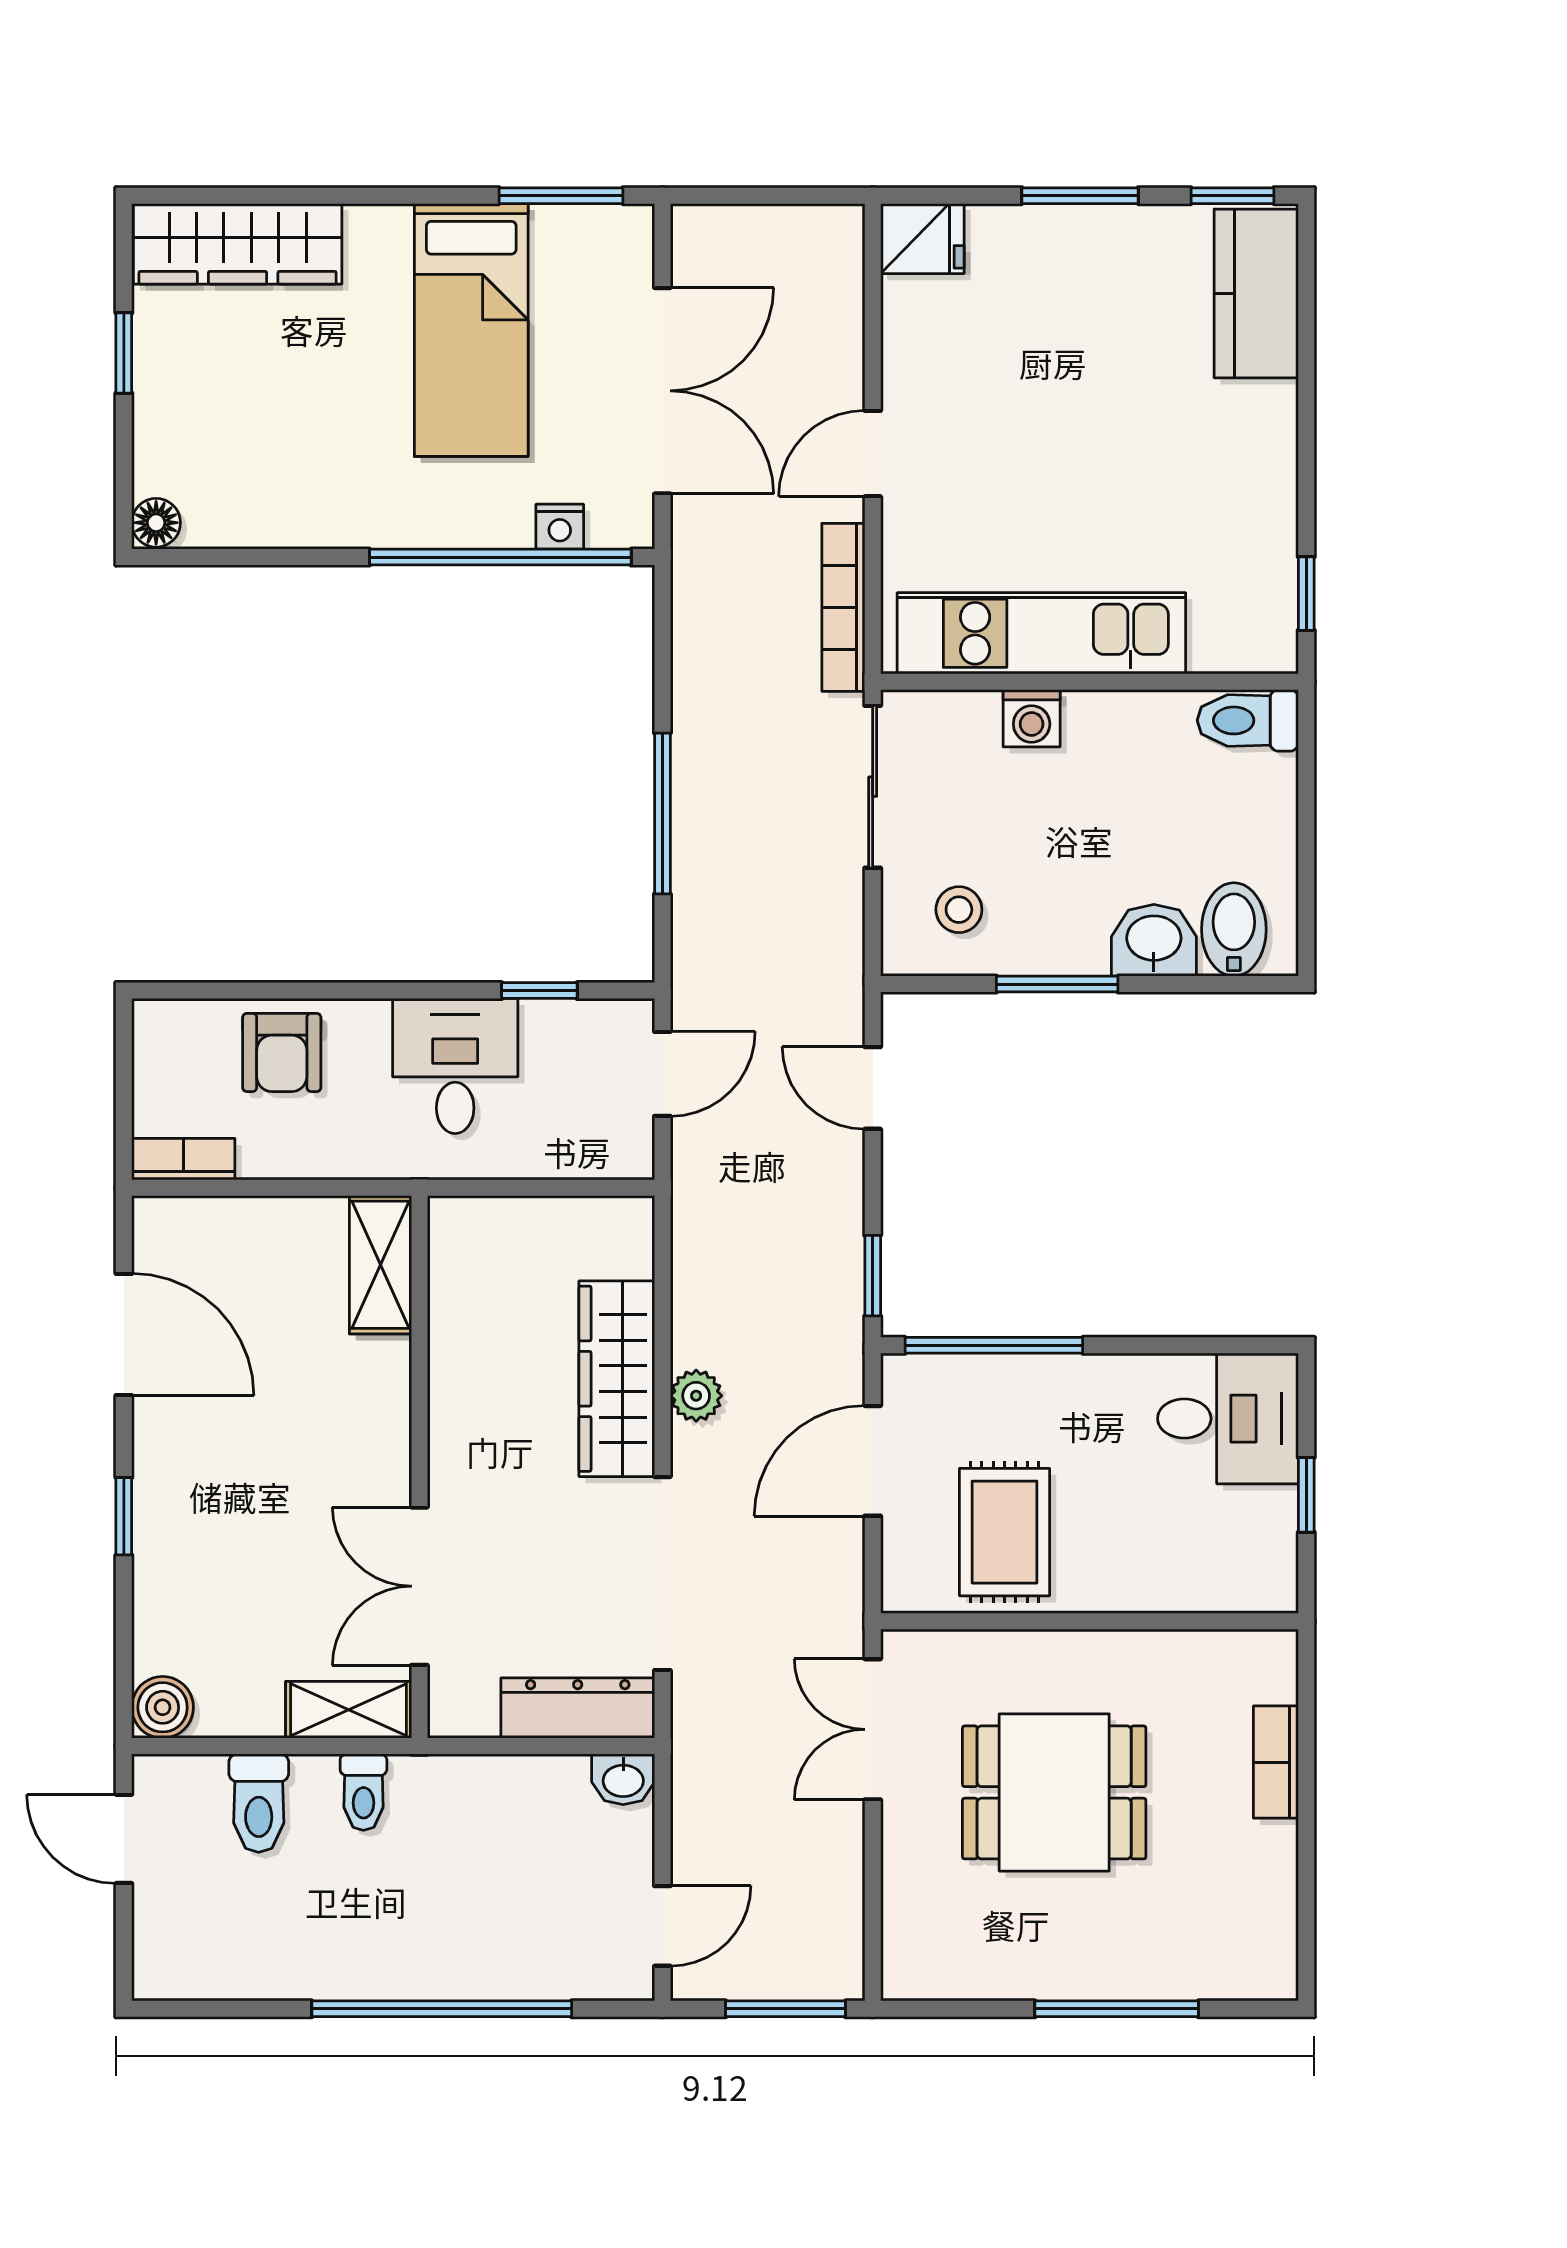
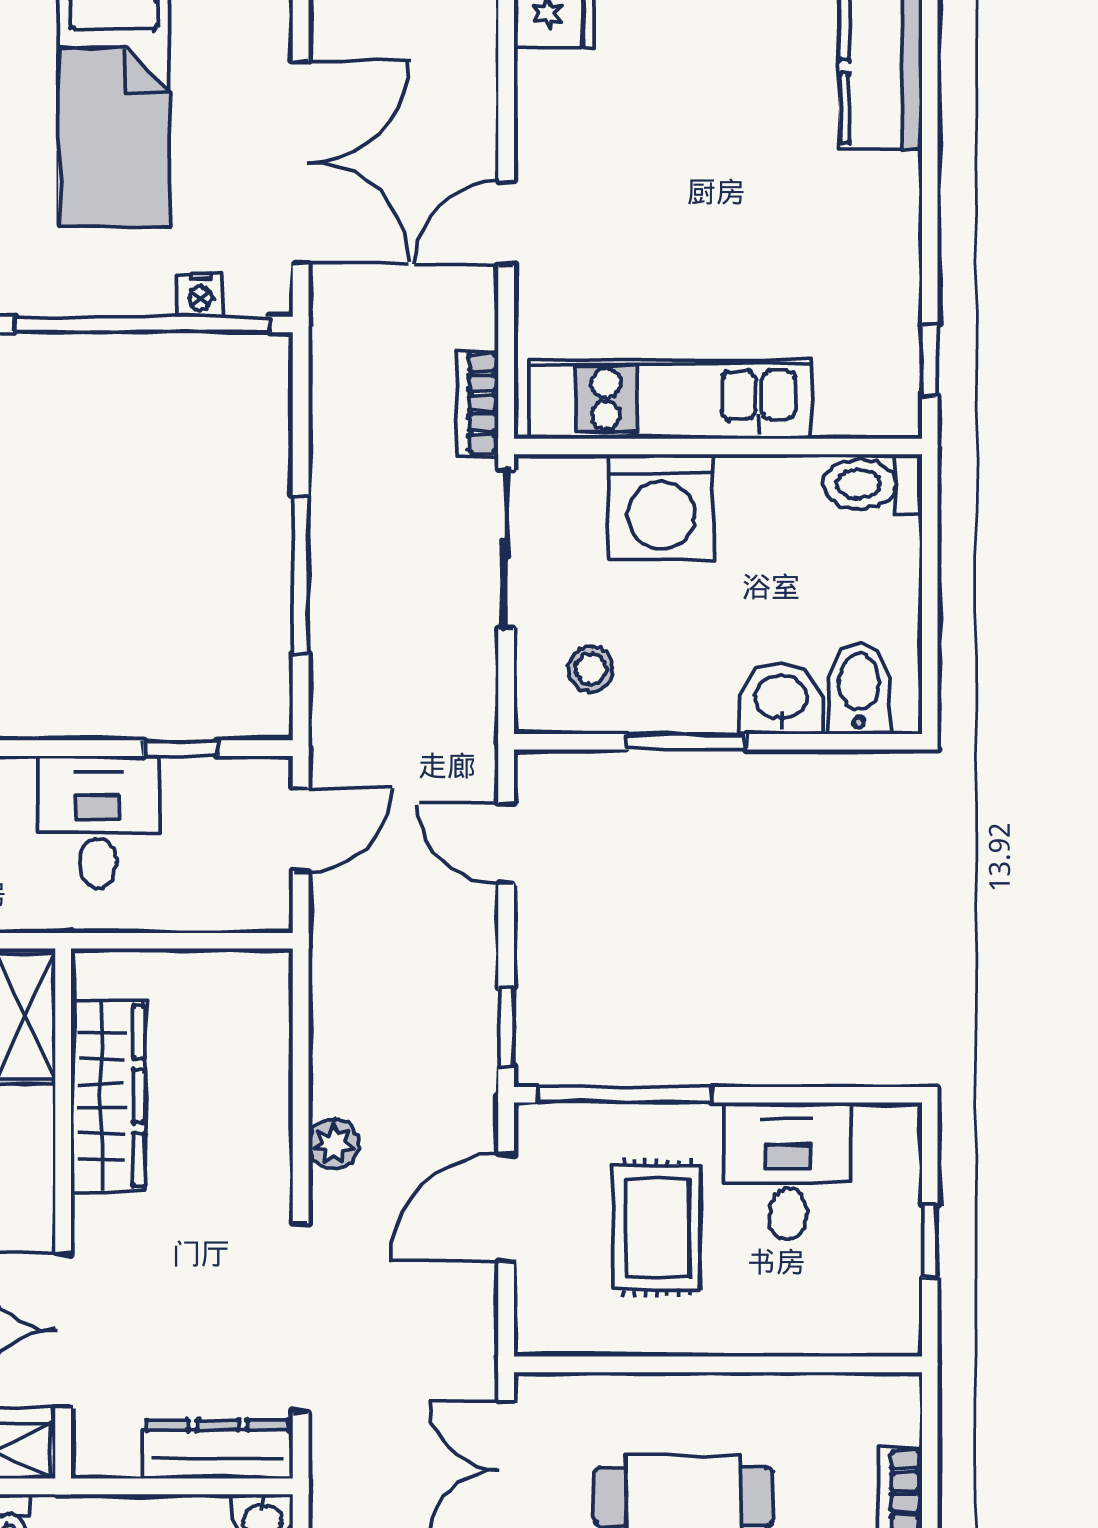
bookcase: (843, 607) -> (477, 403), width x0.64
washing machine: (1032, 718) -> (661, 507), width x1.89, depth x1.89
wardrobe: (617, 1379) -> (108, 1096), moved, turned 180
desk: (1228, 1419) -> (788, 1171), moved, turned -90
rug: (1005, 1532) -> (657, 1228), moved

